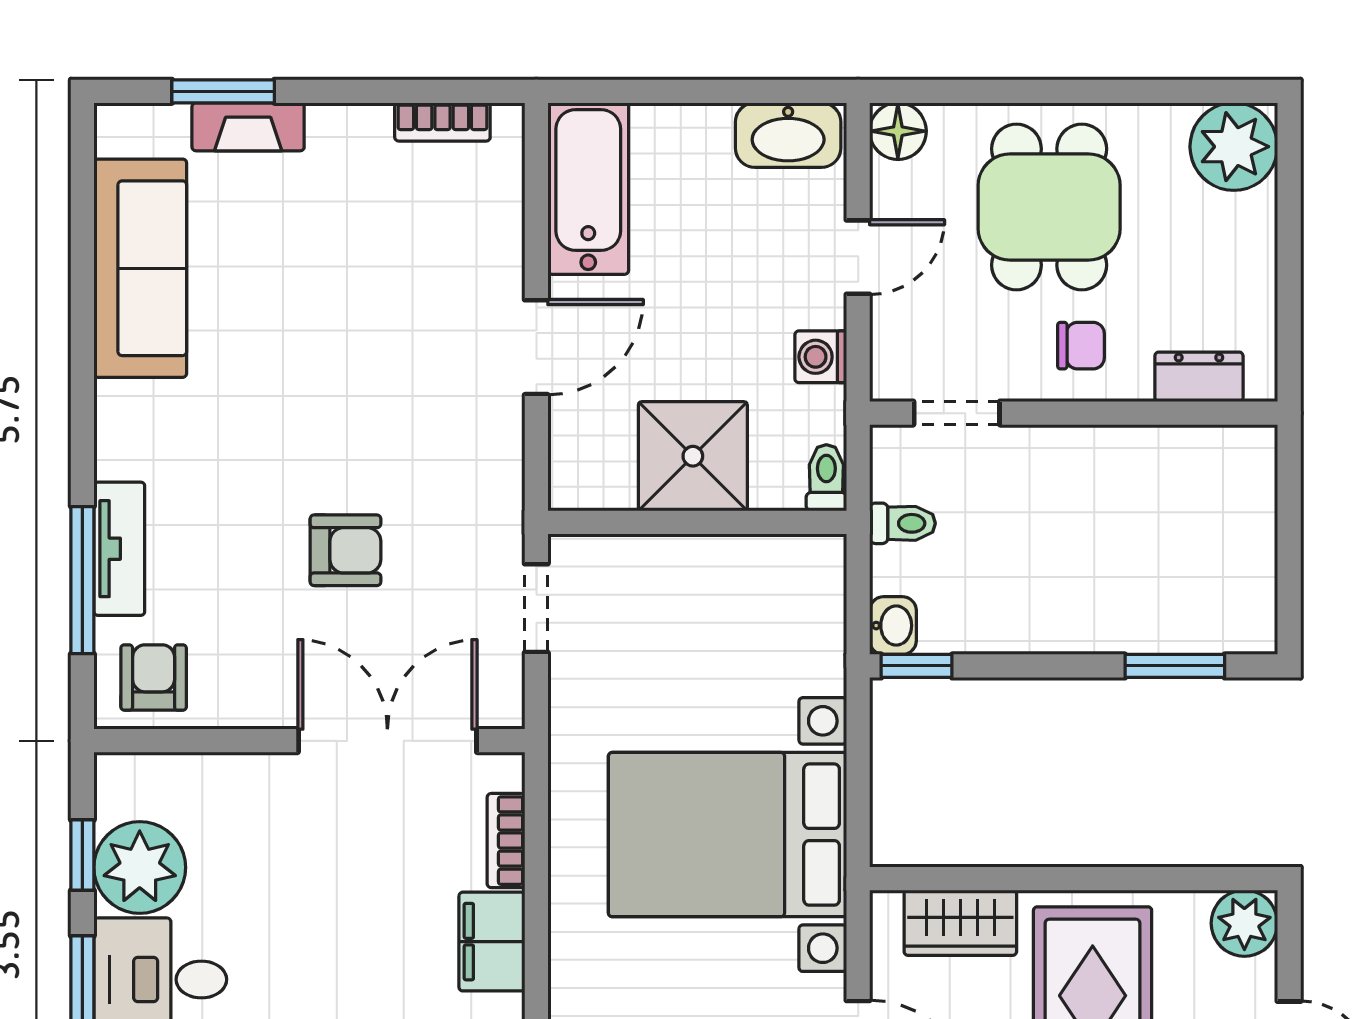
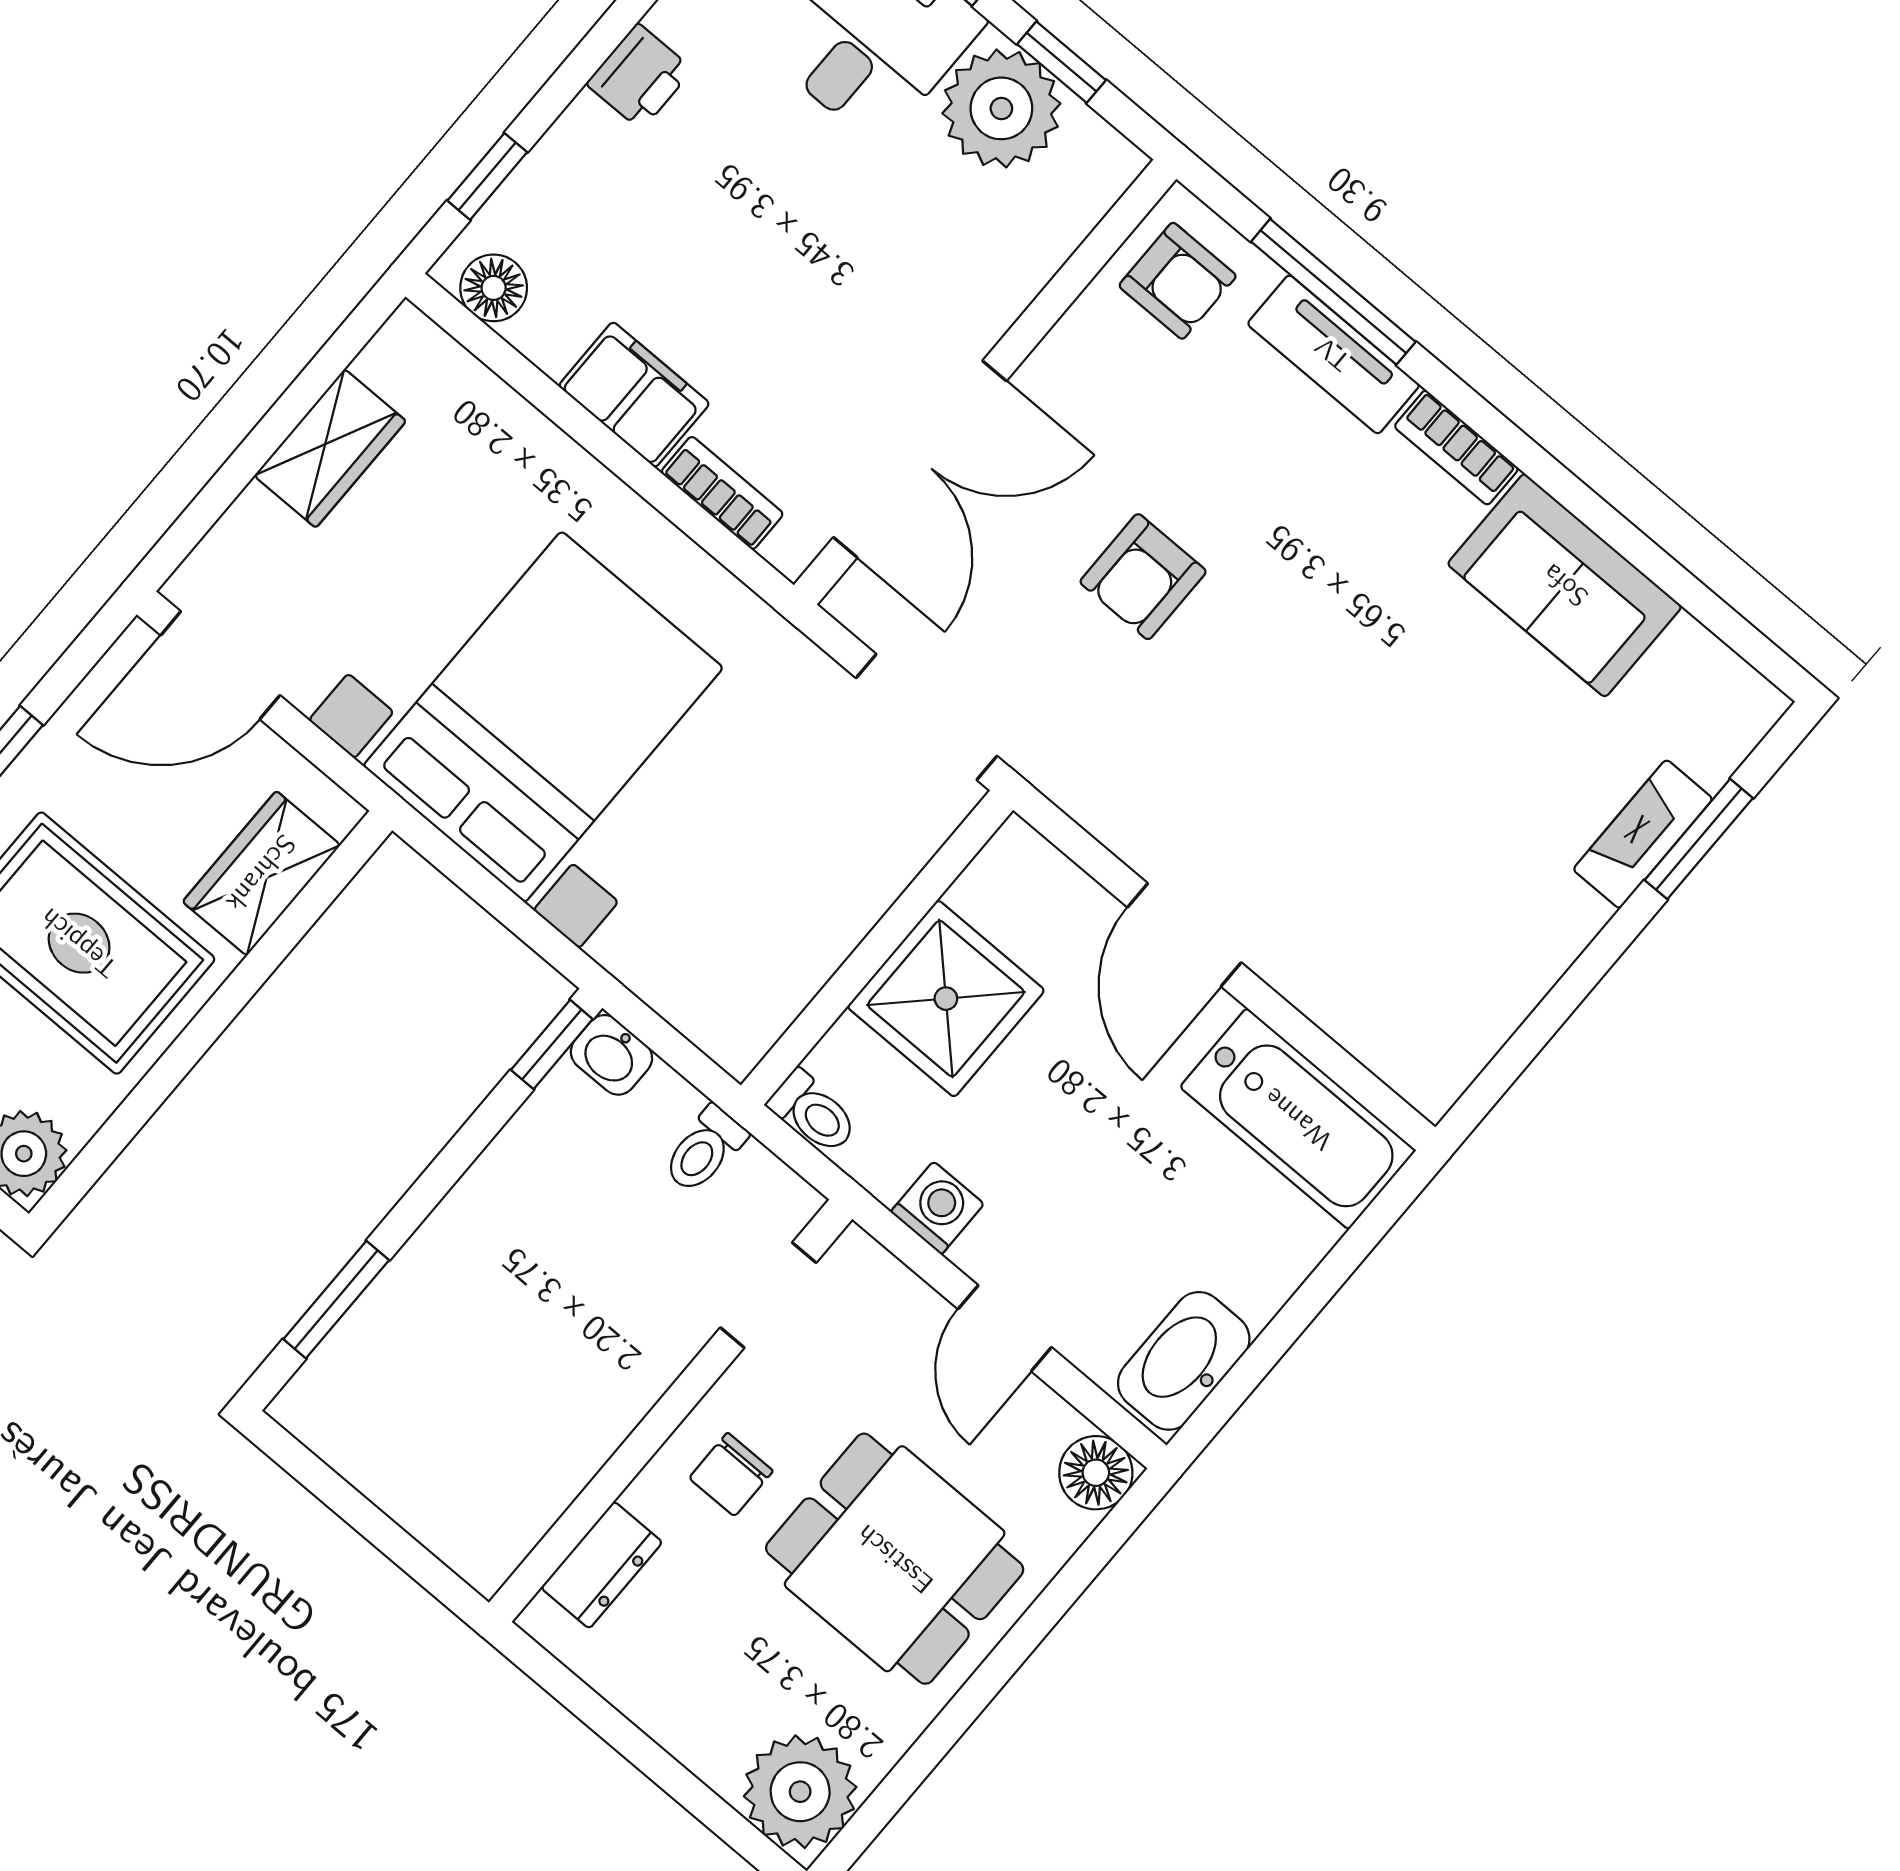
bookcase: (442, 122) -> (1456, 448), moved, turned -90
sofa: (140, 268) -> (1565, 585), width x0.73
doorway: (536, 608) -> (927, 717), width x1.38

